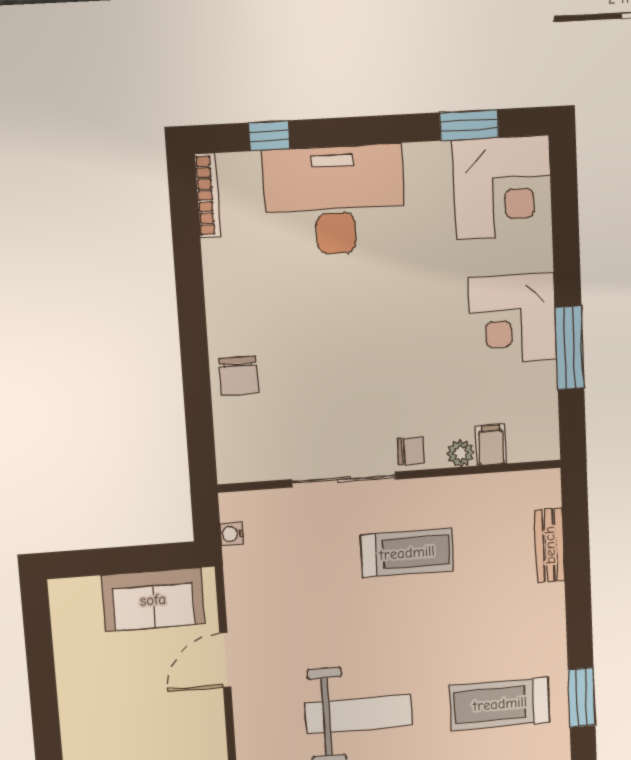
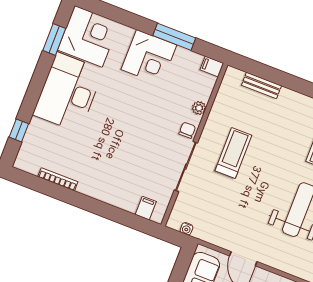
bookcase: (208, 195) -> (58, 179), moved
desk: (335, 200) -> (68, 92), moved
chair: (238, 376) -> (117, 193), removed
filing cabinet: (235, 442) -> (146, 208), added
filing cabinet: (491, 445) -> (212, 67), moved

